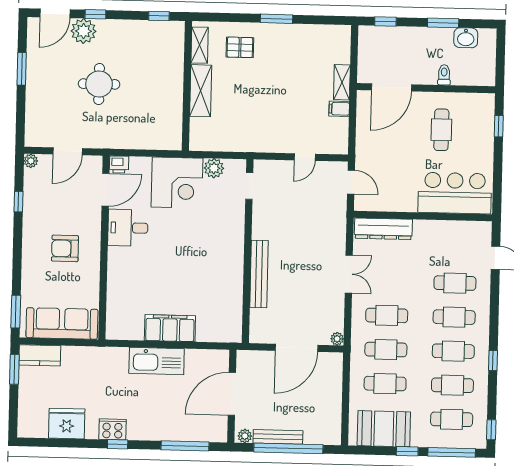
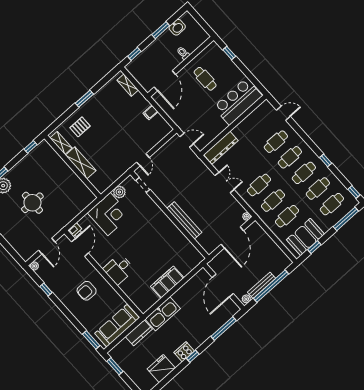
shelving: (342, 82) -> (128, 85), moved
door: (305, 157) -> (143, 160), moved
desk: (128, 228) -> (119, 269), moved
kitchen counter: (40, 355) -> (139, 333), moved
kitchen sink: (157, 361) -> (163, 314), moved
window: (407, 451) -> (314, 247), moved

